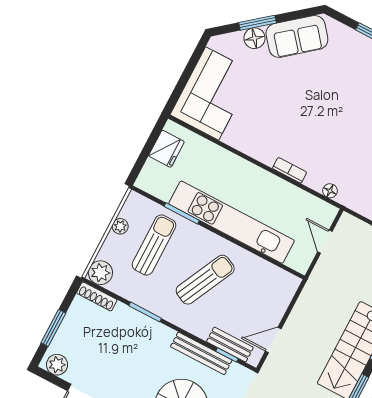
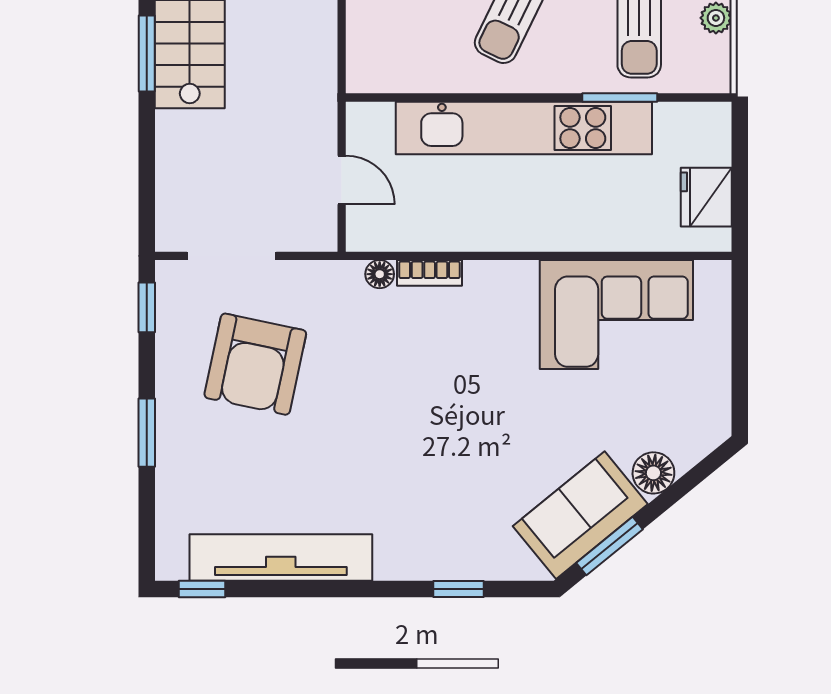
window: (258, 23) -> (610, 546), moved
corner sofa: (212, 93) -> (616, 315), moved, turned -90
bookcase: (290, 170) -> (430, 273), moved

